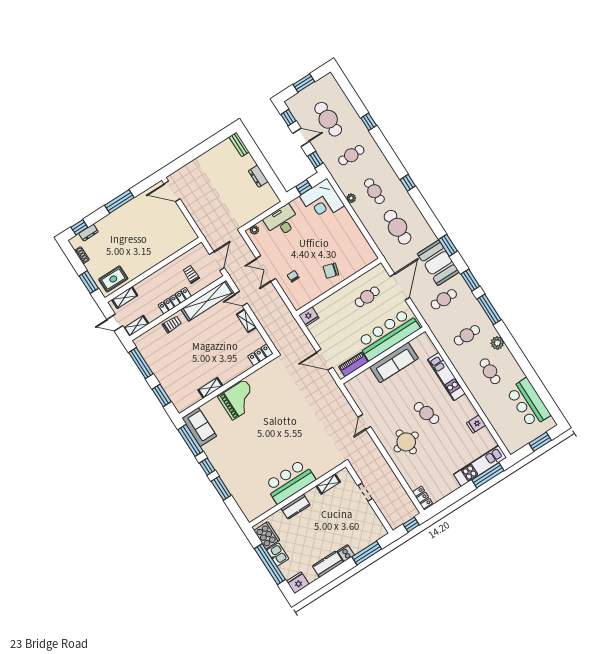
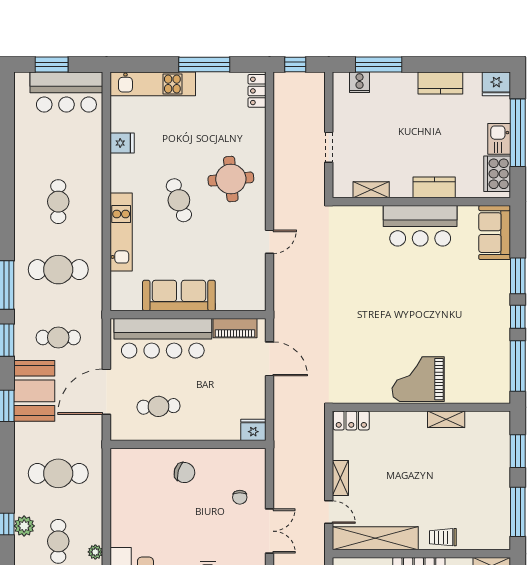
cafe table: (398, 227) -> (58, 473), turned 90
cafe table: (467, 335) -> (58, 270), width x1.37, depth x1.35
plant: (497, 343) -> (24, 526), moved
bar counter: (528, 403) -> (66, 92), moved, turned 90
sofa: (199, 427) -> (495, 233), moved
window: (488, 475) -> (204, 65), moved
cooker: (346, 553) -> (360, 82), moved

